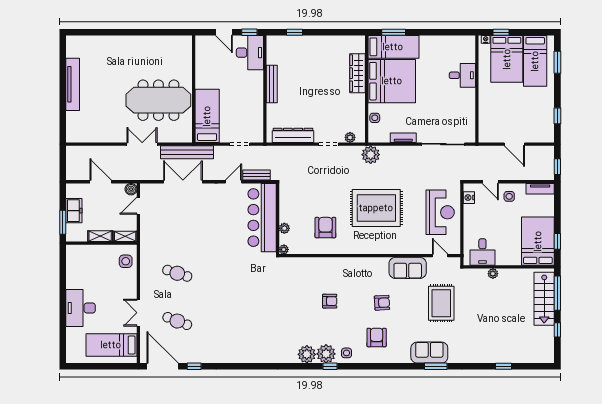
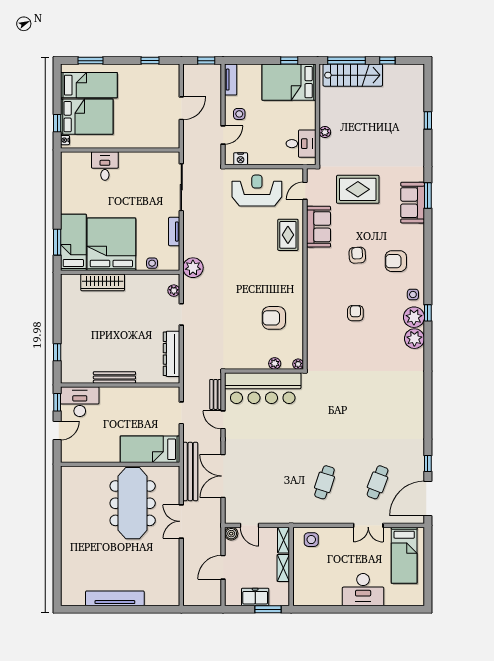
rug: (376, 208) -> (288, 235), moved, width x0.54, depth x0.49

